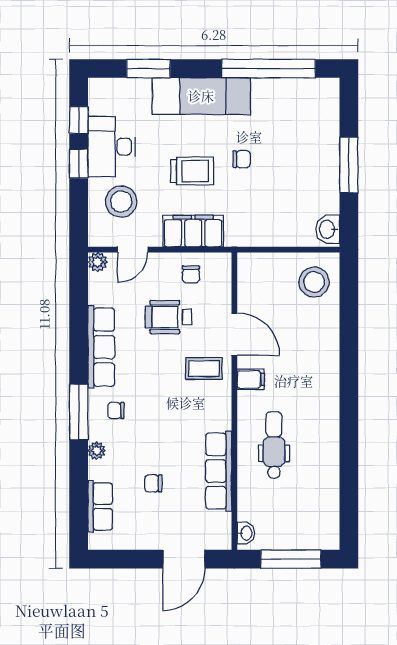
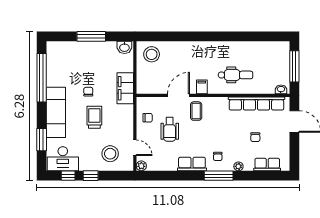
desk: (111, 147) -> (63, 159), moved
filing cabinet: (193, 231) -> (125, 88), moved
row of seats: (101, 347) -> (192, 164), width x0.68
dental chair: (274, 445) -> (236, 75), turned 180
row of seats: (219, 471) -> (256, 103), width x1.36

